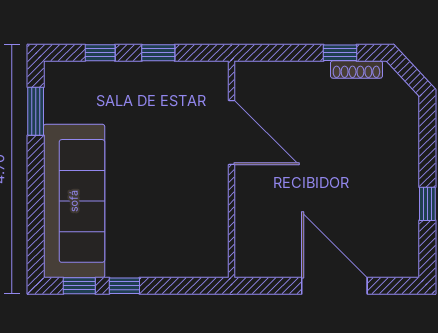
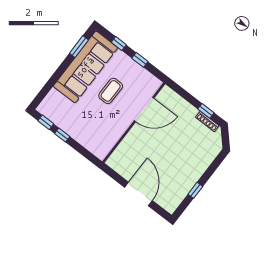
door: (231, 132) -> (144, 109), hinge flipped
coffee table: (149, 145) -> (111, 91), added
sofa: (74, 201) -> (85, 67), moved

